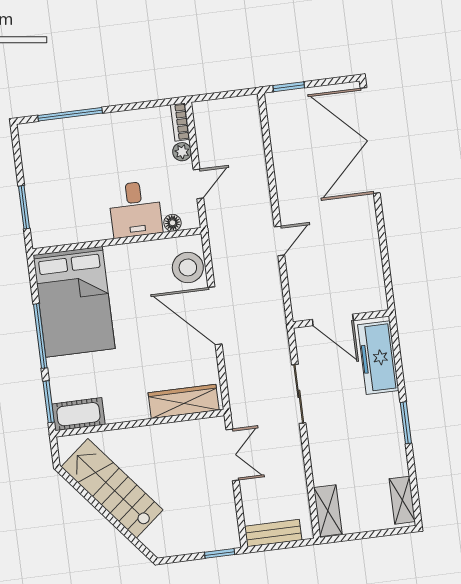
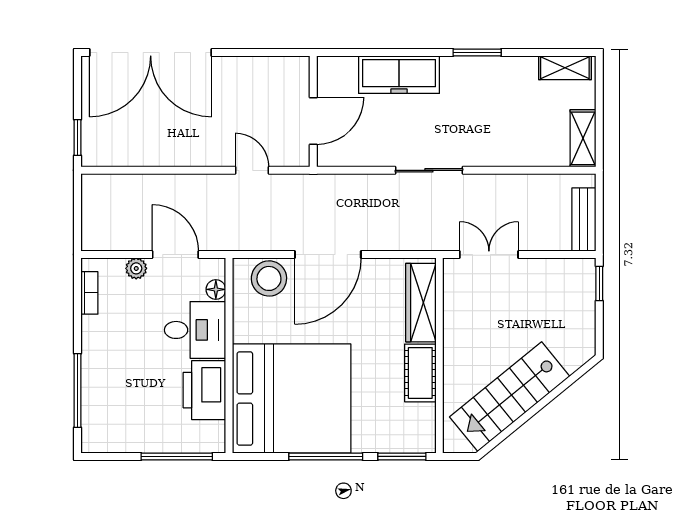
bookcase: (180, 122) -> (89, 293), moved, turned -90
door: (198, 184) -> (175, 254), width x1.38
window: (24, 207) -> (177, 456), width x1.44
printer: (84, 224) -> (204, 390), added
bed: (74, 302) -> (292, 398), width x1.36
wall: (341, 319) -> (313, 111), moved
door: (333, 320) -> (313, 121), moved
cot: (78, 414) -> (420, 373), moved
shelving: (328, 511) -> (583, 138), moved, turned 90

